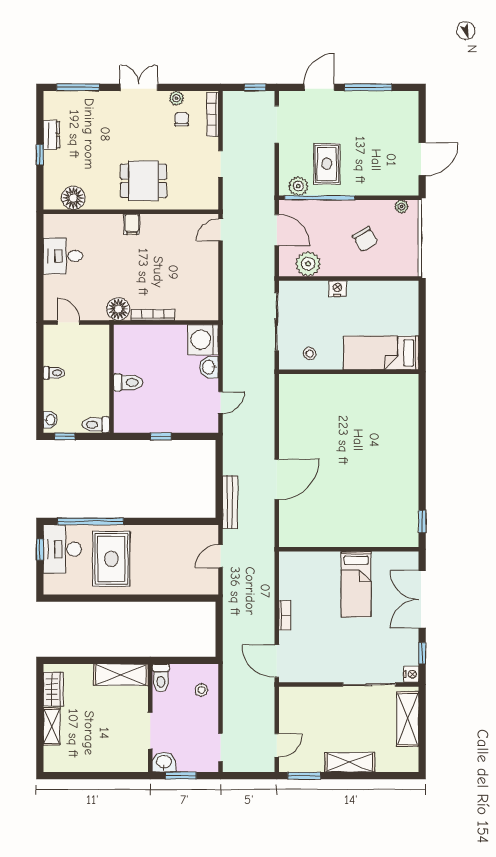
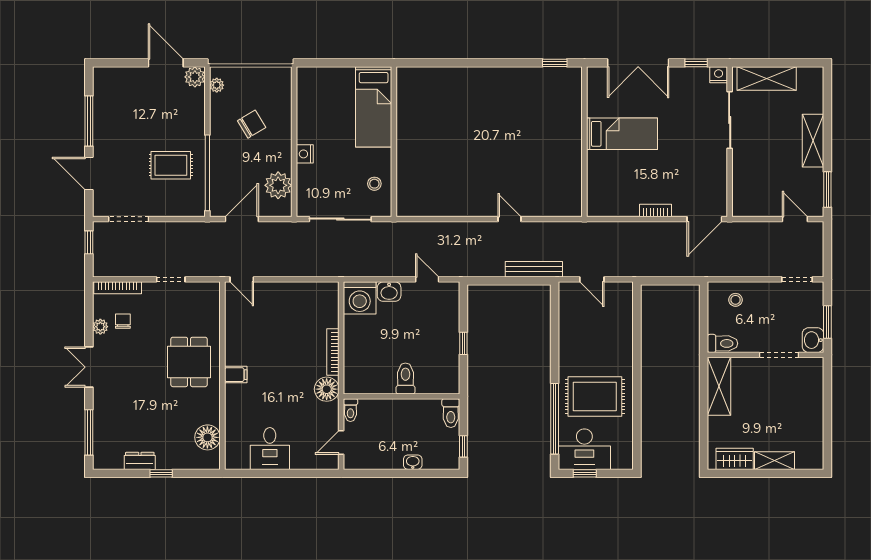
chair: (182, 119) -> (123, 321), turned 90
plant: (298, 186) -> (195, 77), moved
toilet: (54, 373) -> (350, 410), moved, turned 180
washbasin: (50, 420) -> (413, 462), moved
door: (277, 479) -> (509, 219), width x0.53

